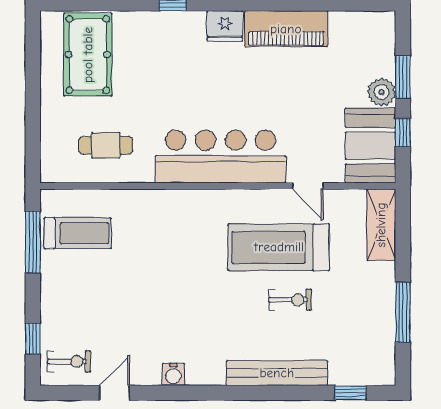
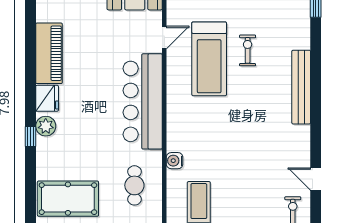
plant: (187, 24) -> (46, 126), added
bench: (277, 373) -> (301, 87), moved
water cooler: (173, 374) -> (175, 161), moved, turned 180

